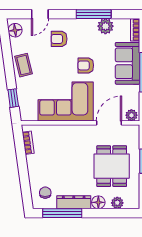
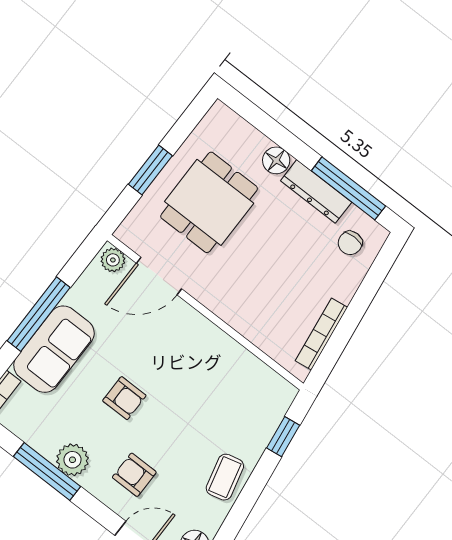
plant: (105, 26) -> (72, 460), moved
armchair: (59, 39) -> (134, 475), turned 180
corner sofa: (66, 101) -> (202, 365), removed
bookcase: (28, 143) -> (321, 334), width x1.56
plant: (117, 203) -> (246, 136), removed

